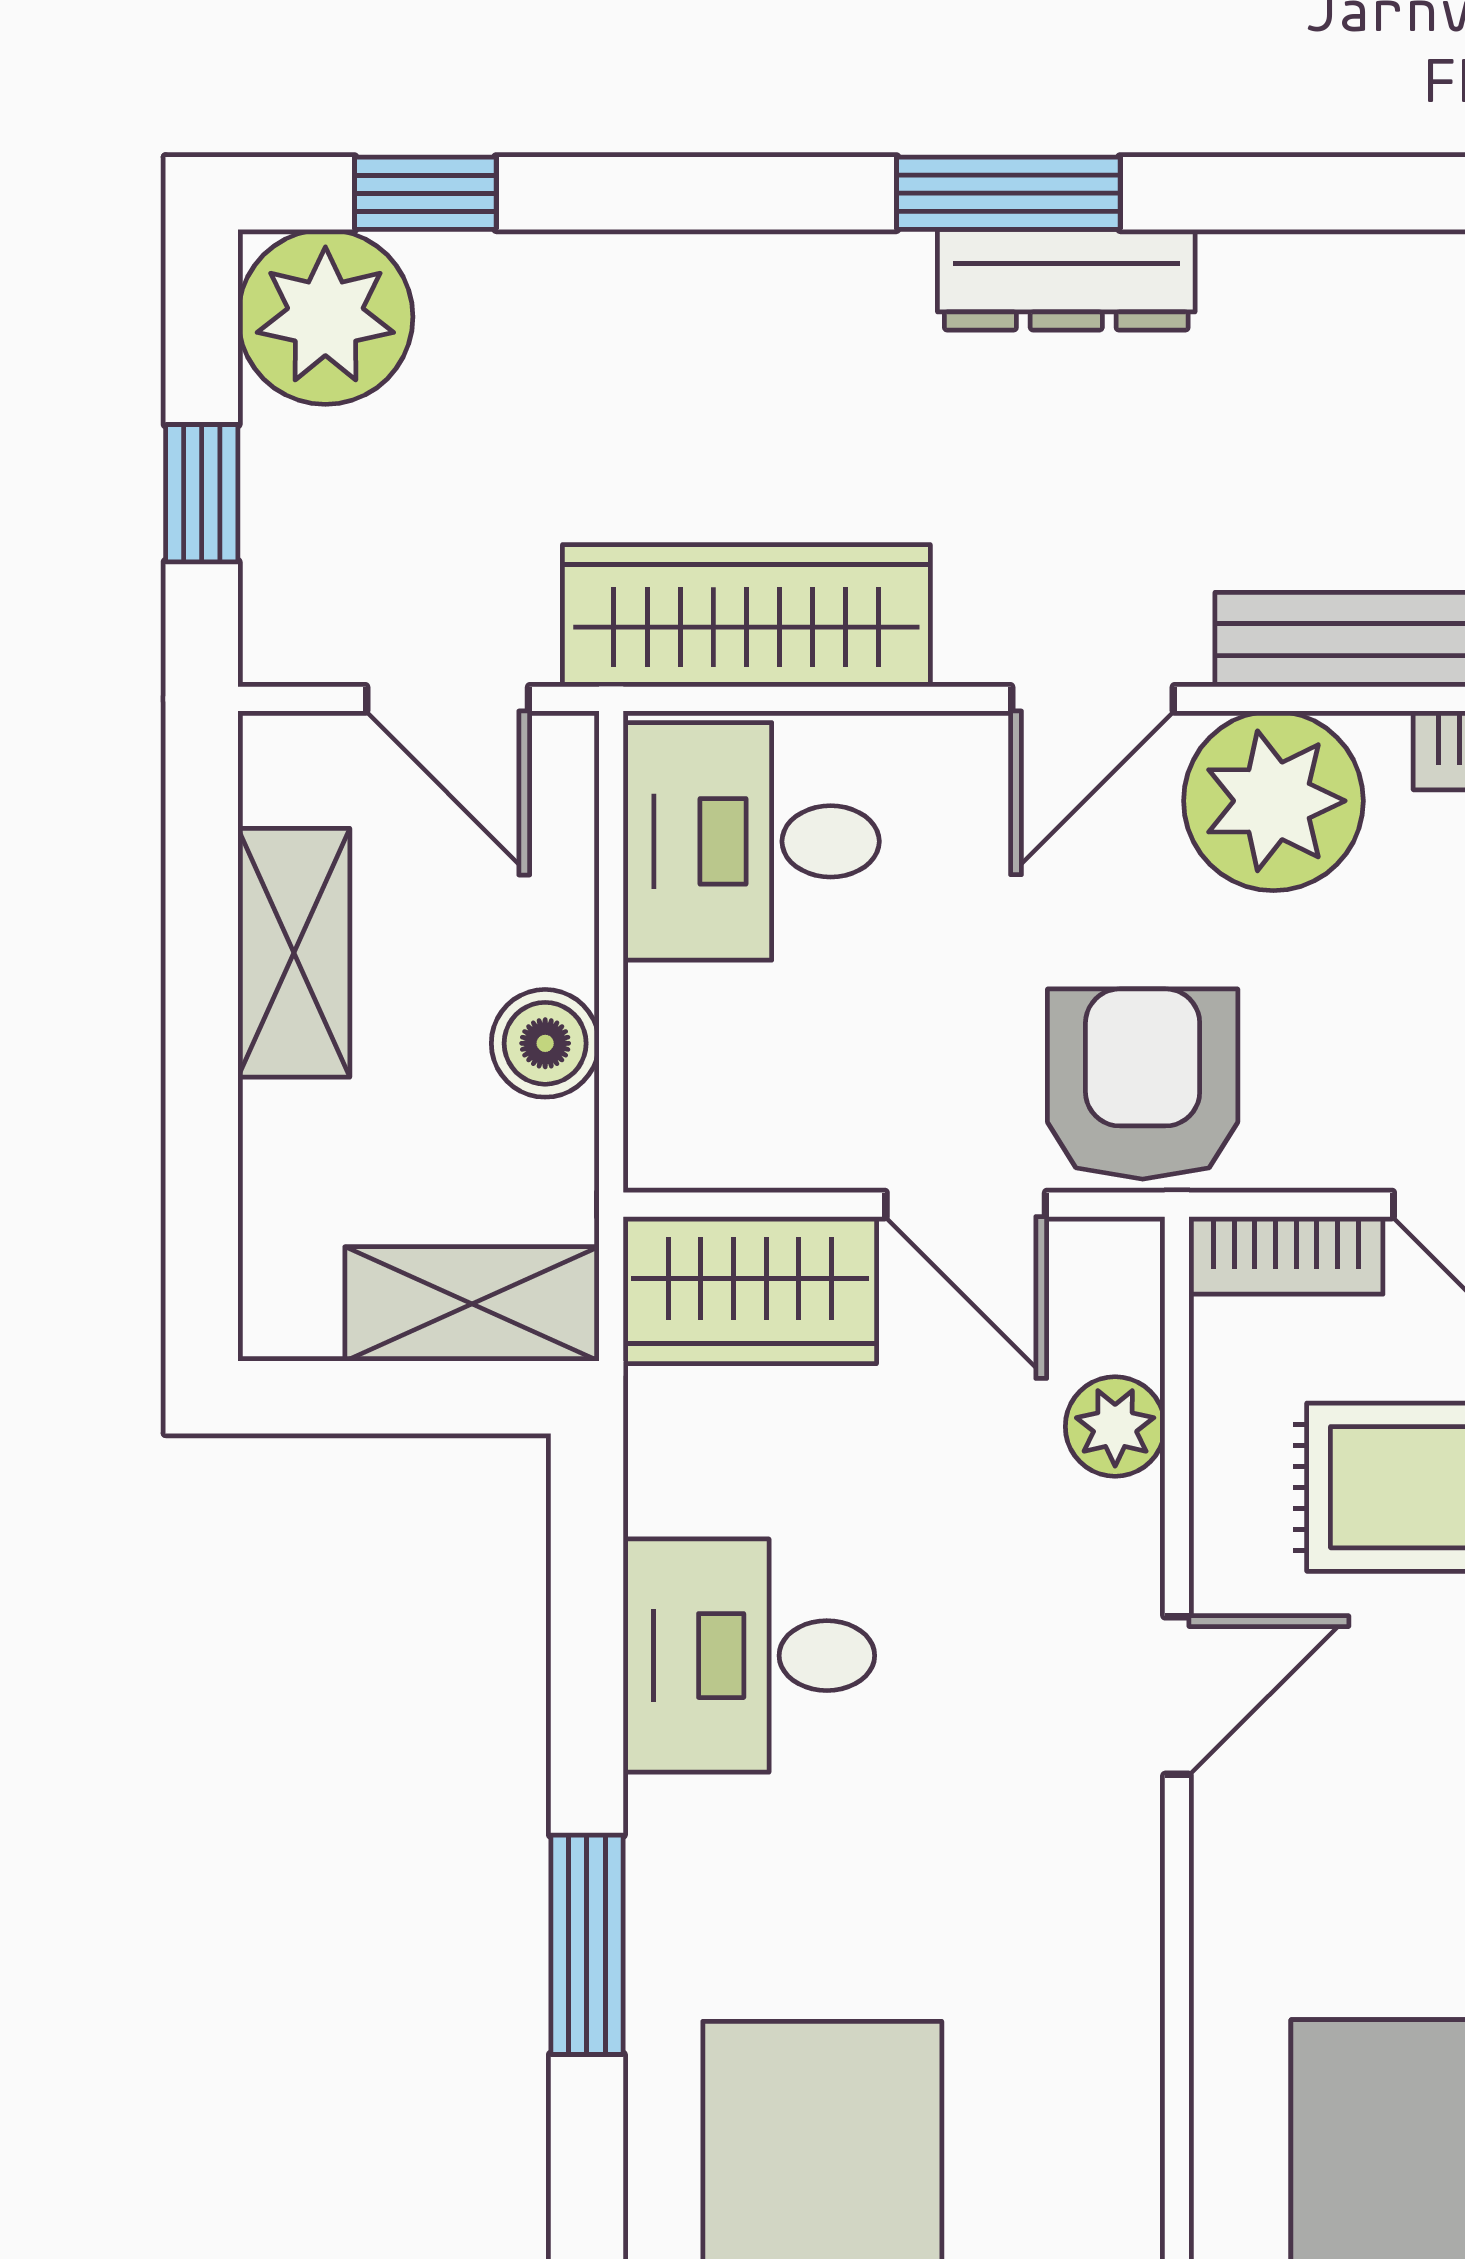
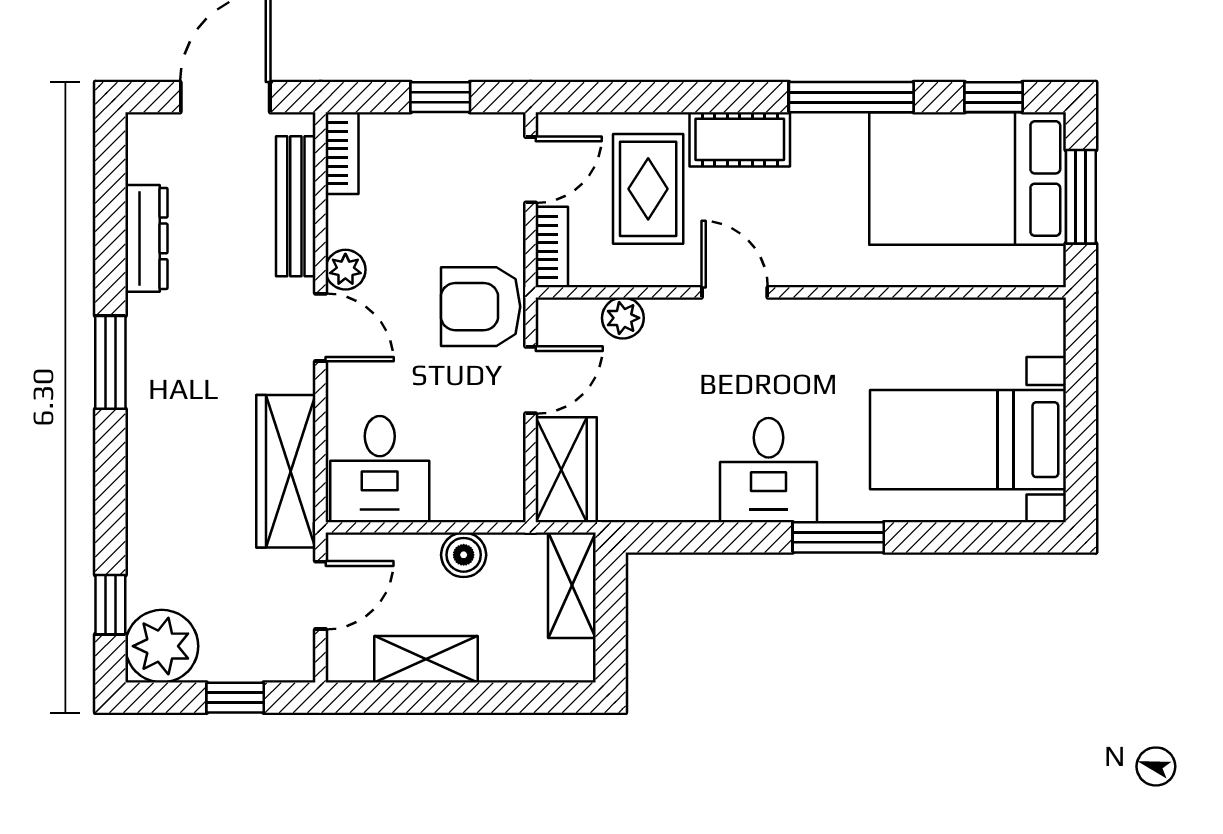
dresser: (1066, 280) -> (146, 238), moved
plant: (1273, 801) -> (345, 270), width x0.53, depth x0.53
desk: (749, 1656) -> (769, 470), moved

